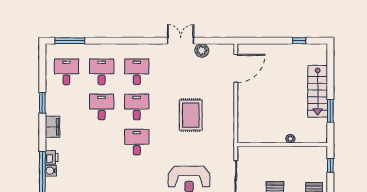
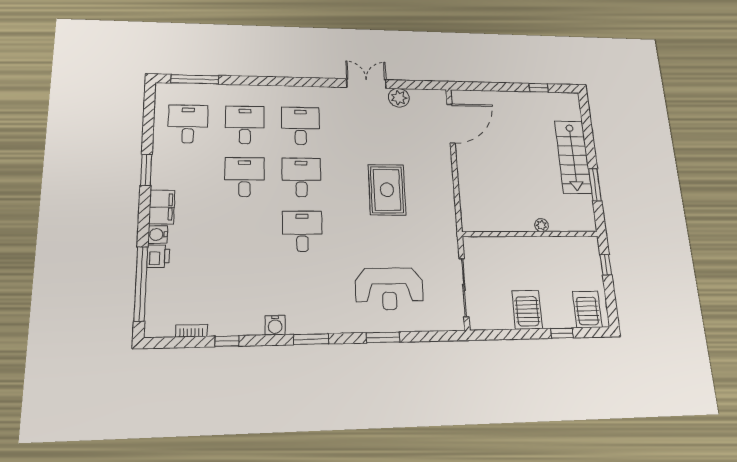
water cooler: (51, 171) -> (158, 234), moved

